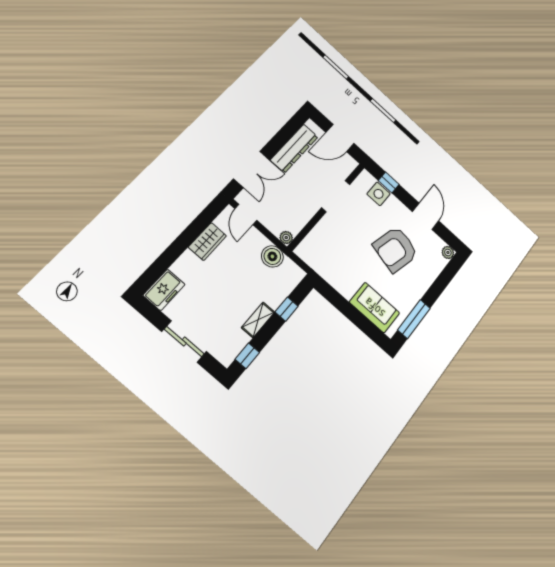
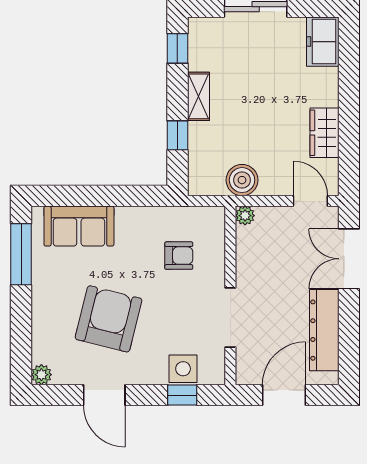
armchair: (336, 248) -> (179, 256), added

